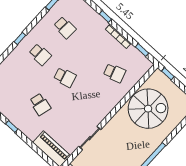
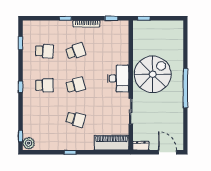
school desk: (114, 73) -> (76, 51), moved
desk: (104, 103) -> (118, 78), added
spiral stairs: (148, 109) -> (153, 74), moved

